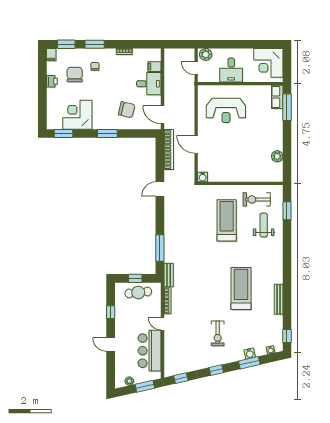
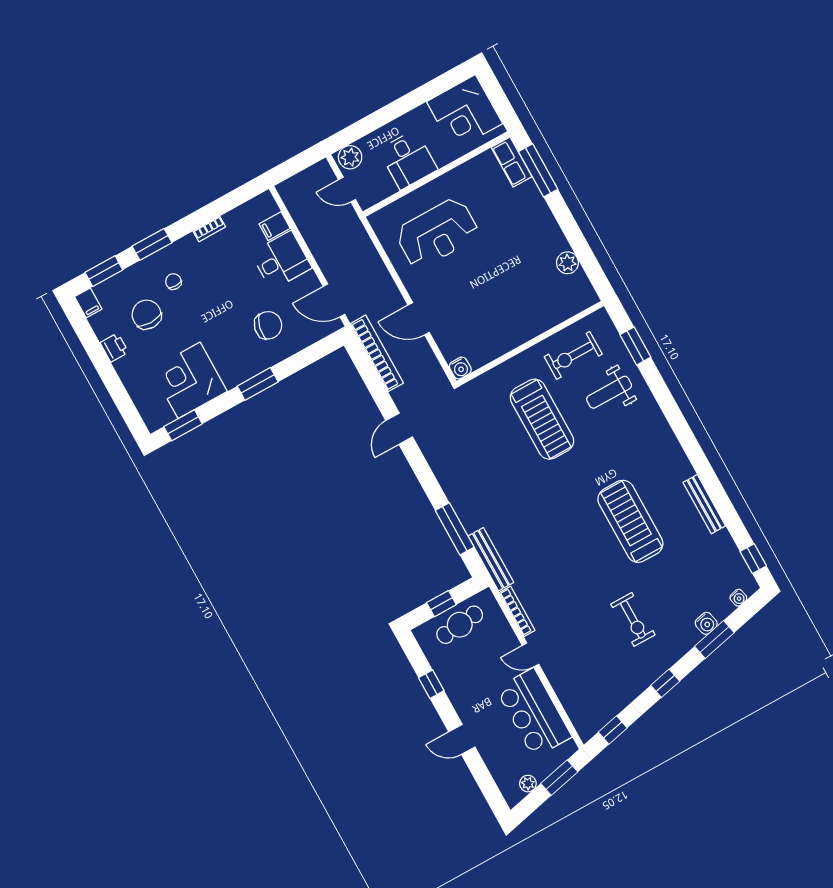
treadmill: (227, 220) -> (542, 419), turned 180
weight bench: (264, 225) -> (609, 392), turned -90
bench: (169, 275) -> (491, 559), width x1.36

